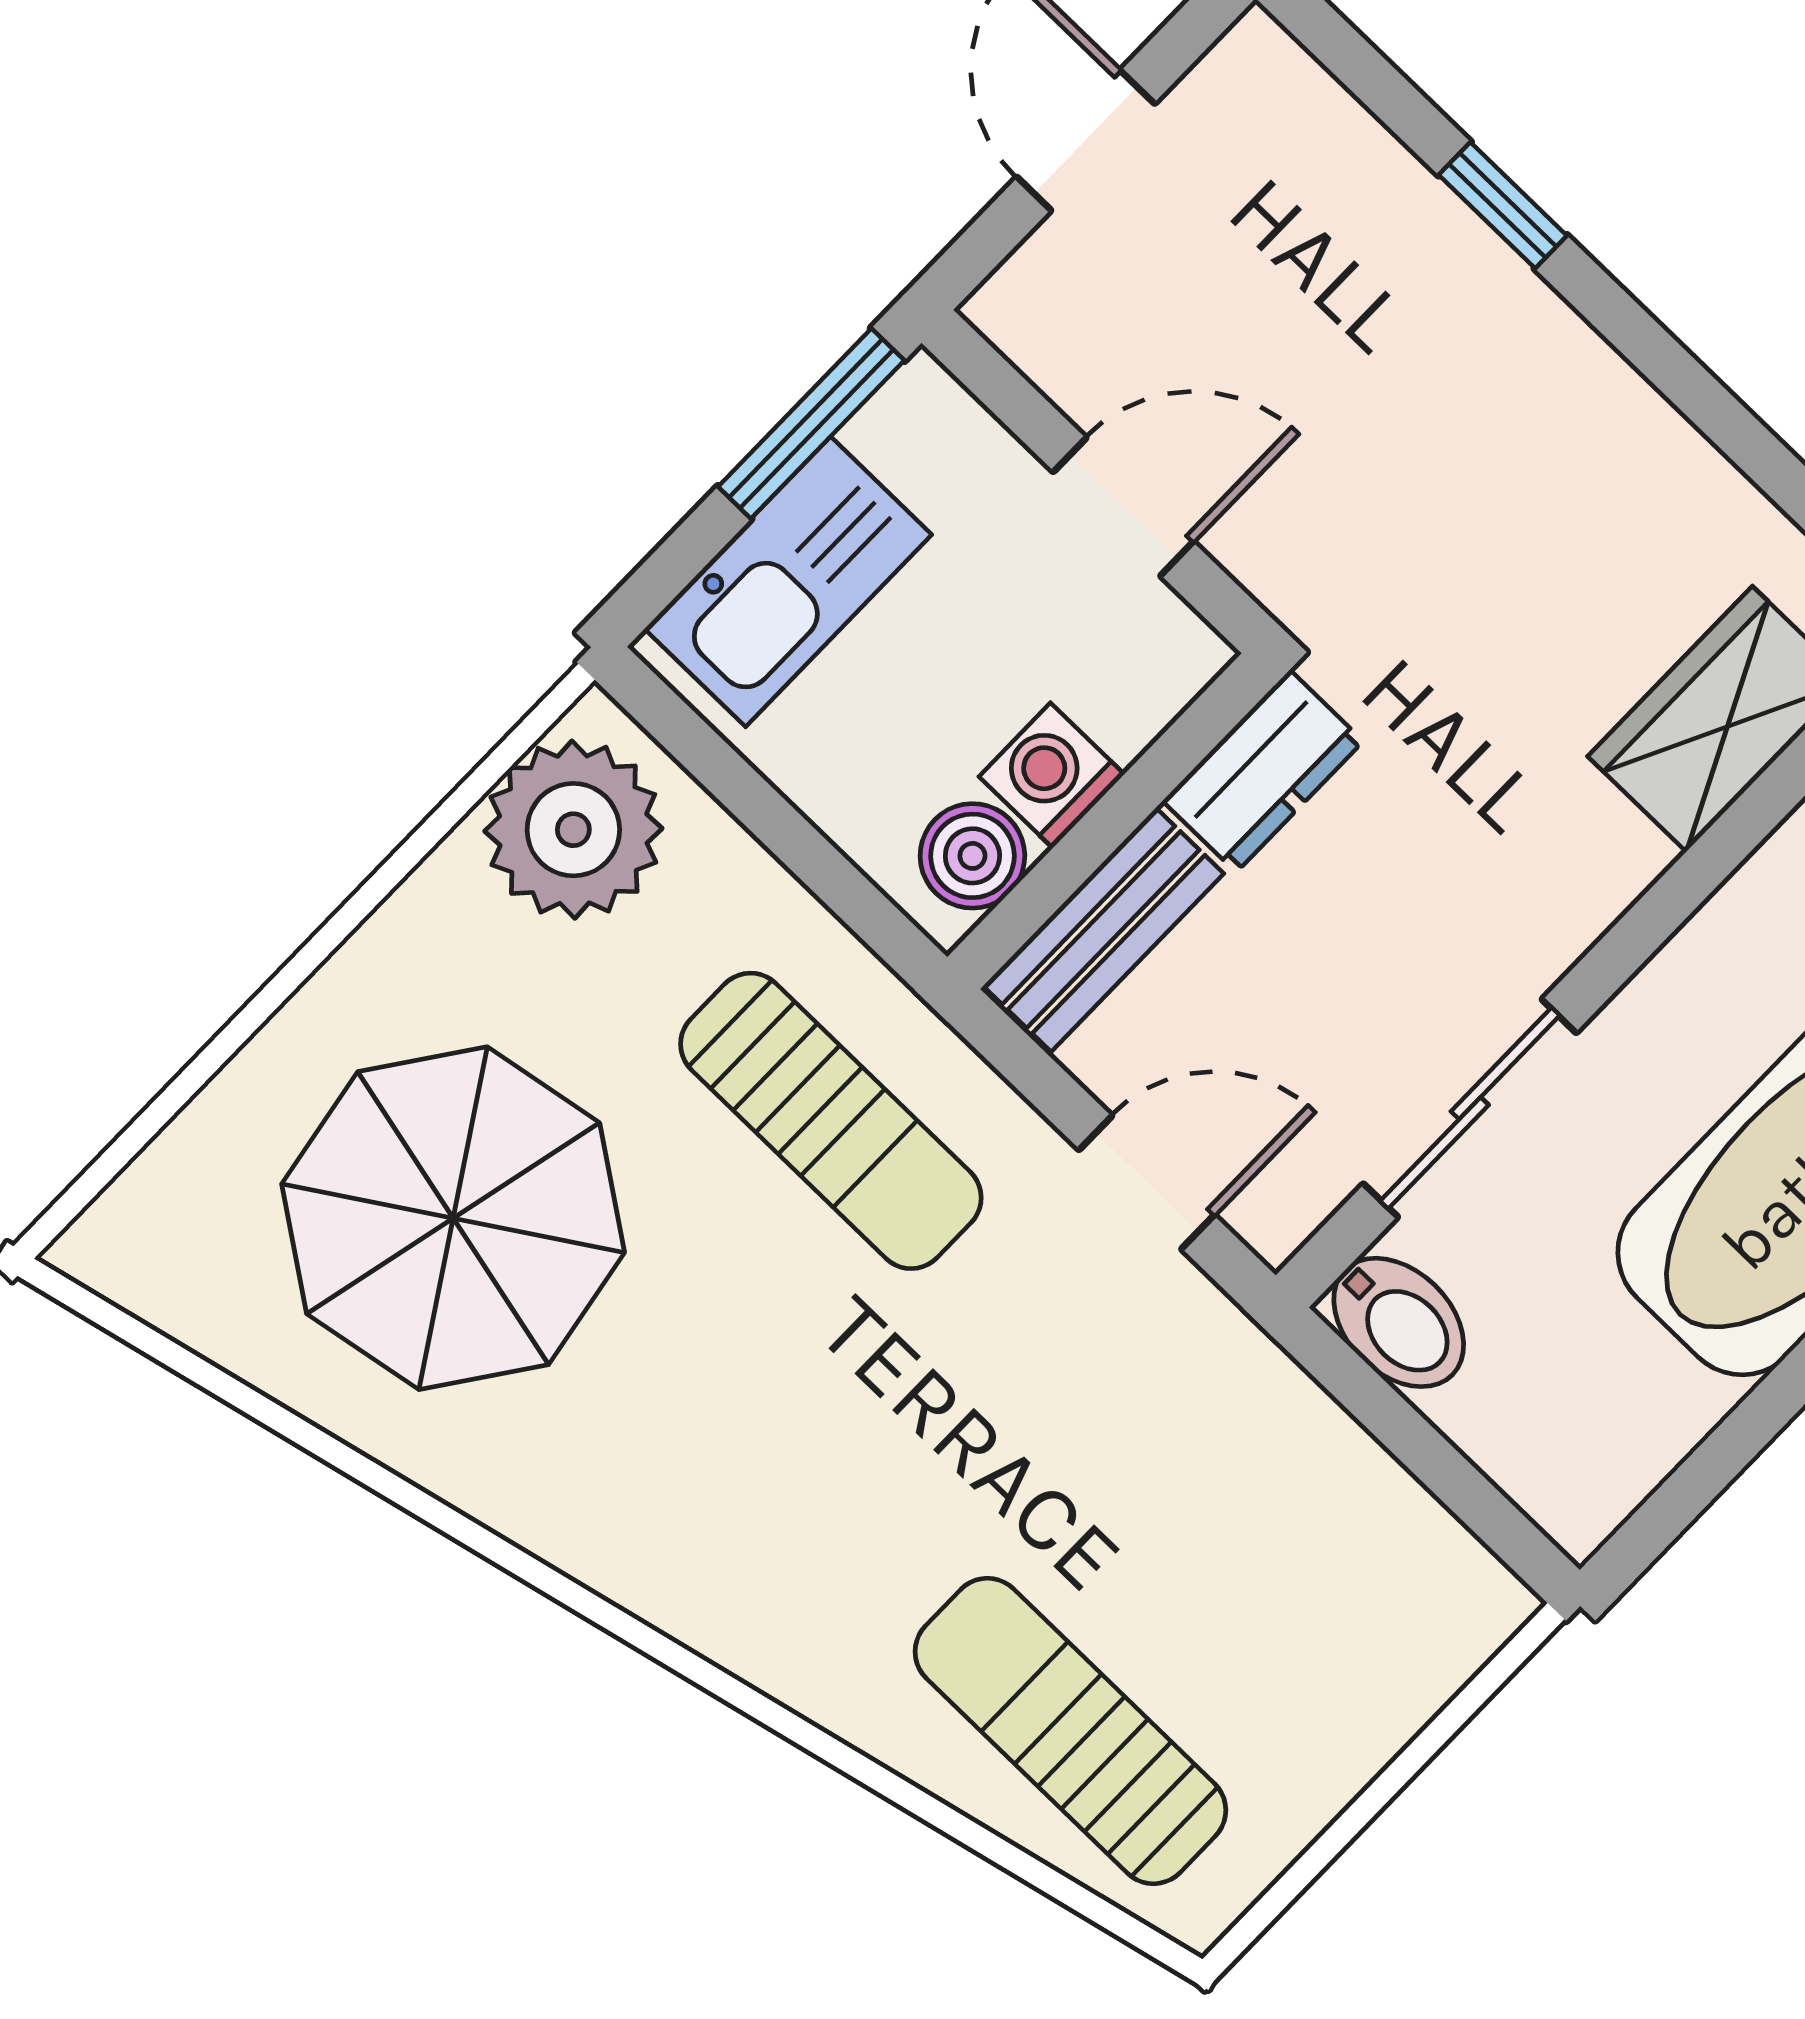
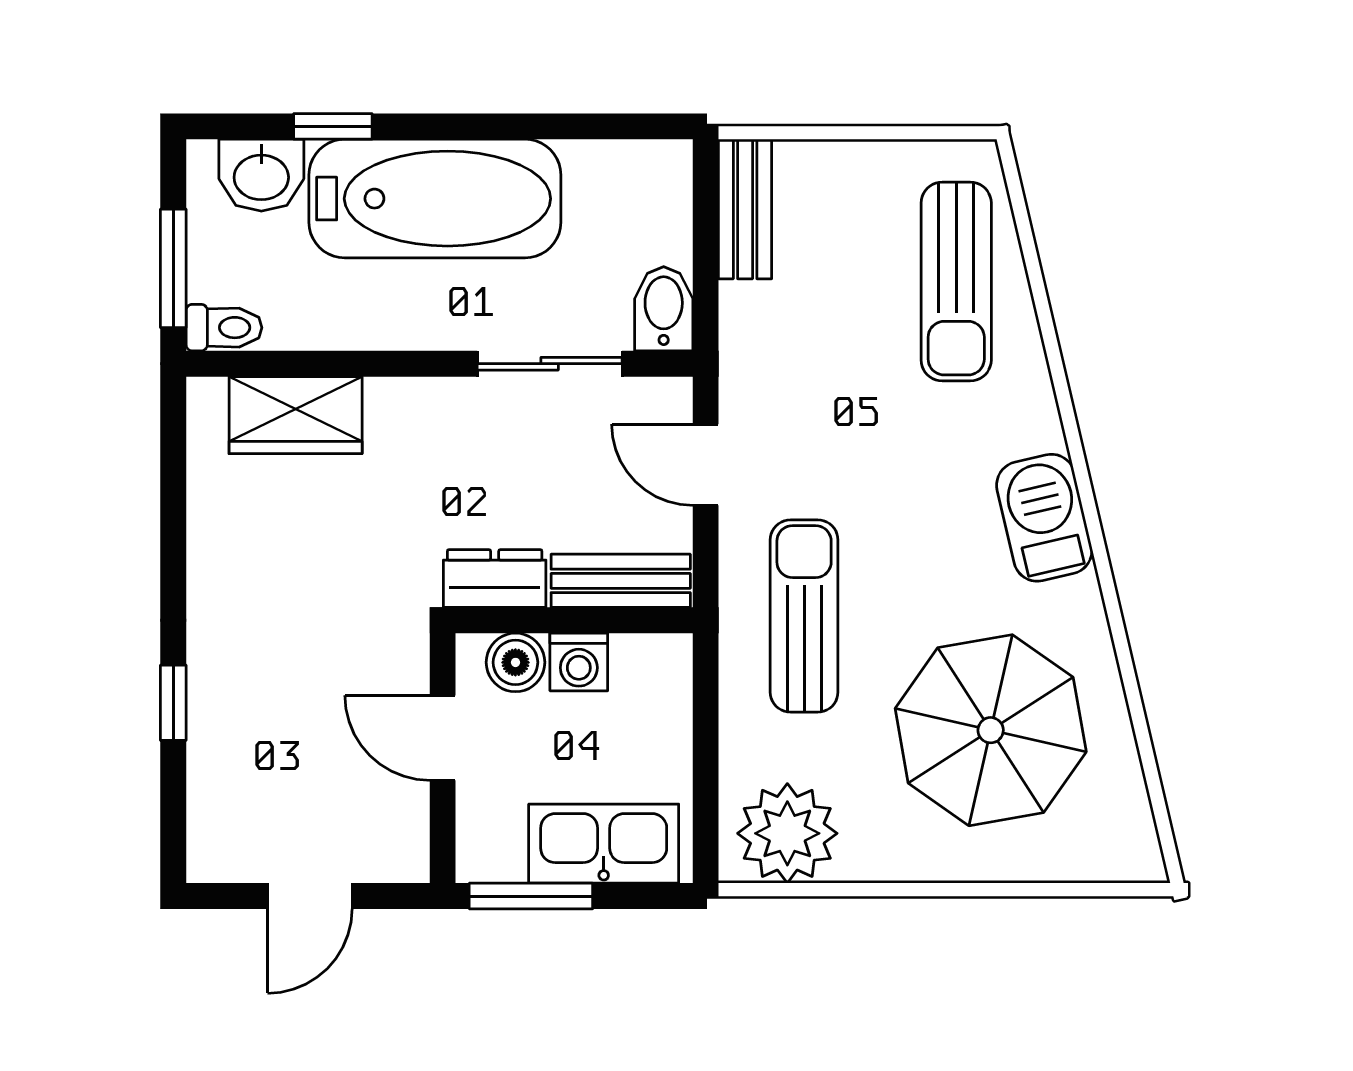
boiler: (972, 856) -> (515, 662), moved
bench: (1425, 1550) -> (745, 209), added
barbecue: (659, 1551) -> (1044, 518), added

